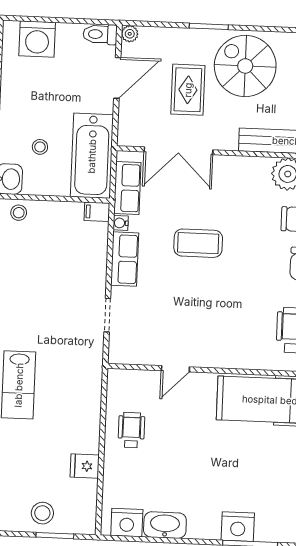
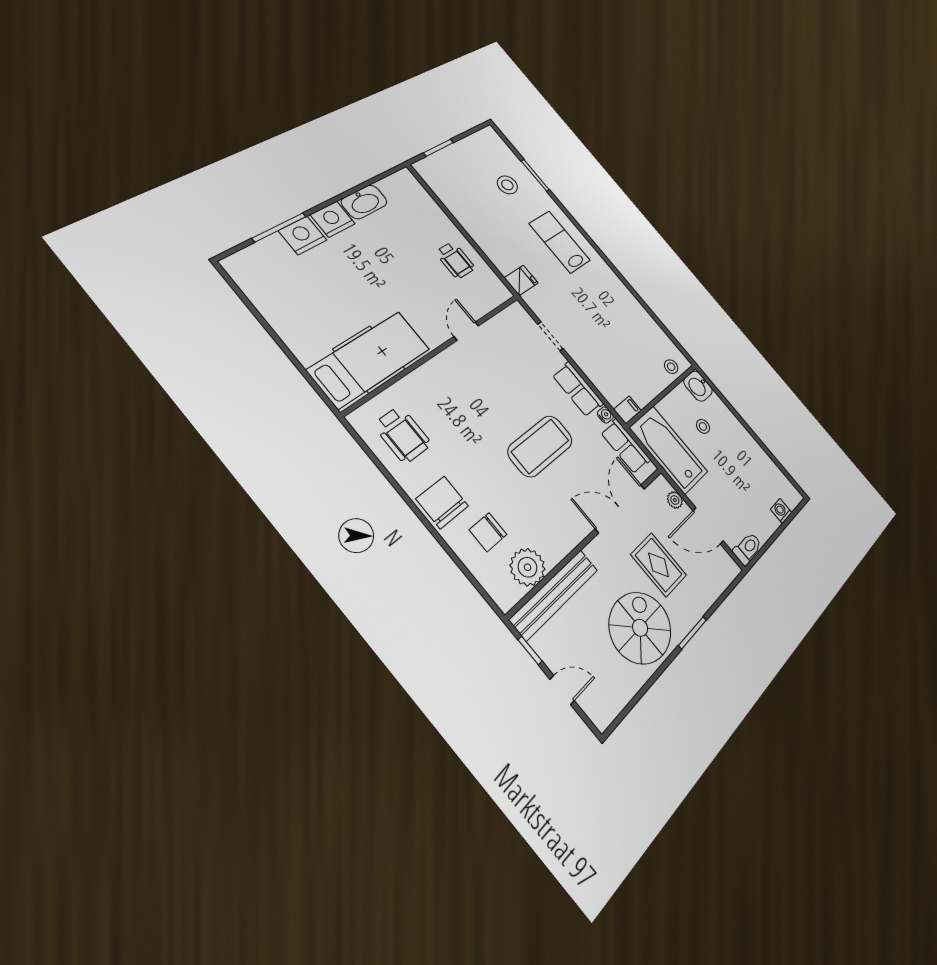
plant: (130, 34) -> (675, 500), moved
washing machine: (37, 39) -> (781, 511), width x0.53, depth x0.53
spiral stairs: (245, 66) -> (640, 628), turned -90
door: (117, 78) -> (708, 526), hinge flipped
coffee table: (198, 243) -> (540, 446), width x1.36, depth x1.32
fridge: (85, 466) -> (521, 280), moved
stool: (42, 513) -> (507, 185), moved
nightstand: (127, 523) -> (333, 219), moved

